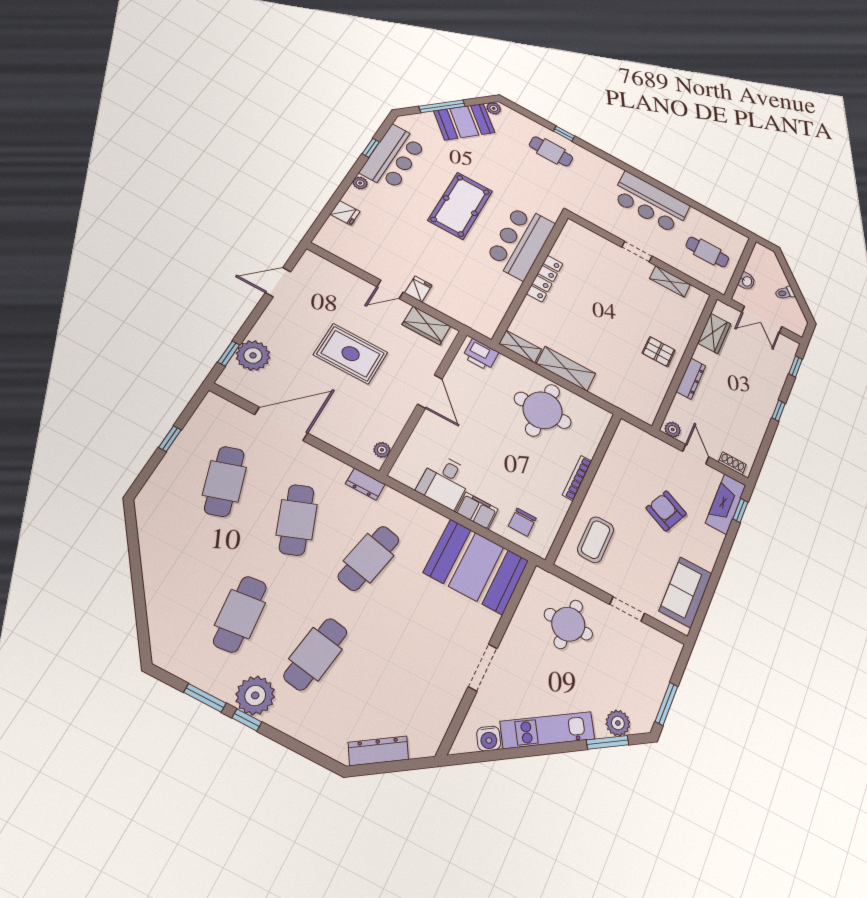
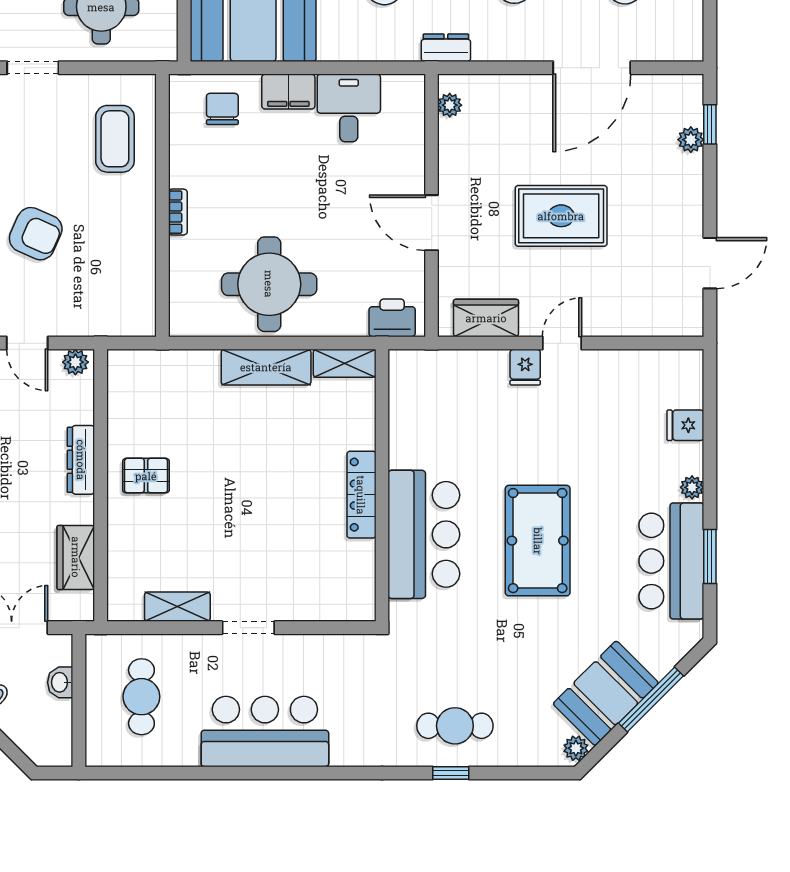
window: (371, 148) -> (710, 557), width x1.50
cafe table: (707, 252) -> (141, 697), turned 90
plant: (253, 355) -> (691, 140), width x0.53, depth x0.53
bookcase: (577, 478) -> (178, 212), width x0.64

